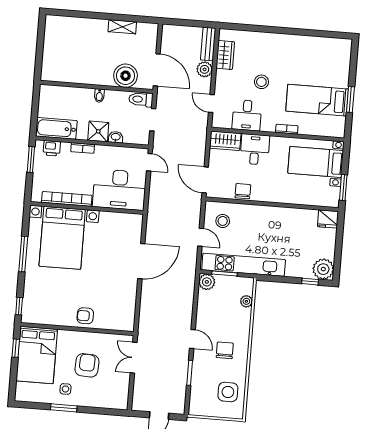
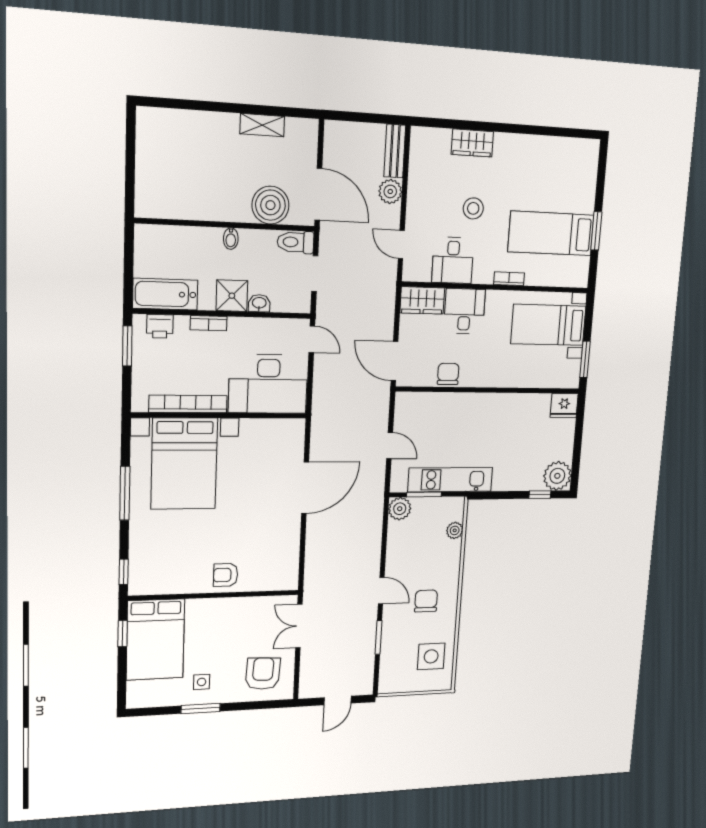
wardrobe: (225, 55) -> (472, 143), moved, turned 90
stool: (223, 221) -> (420, 420), removed
kitchen unit: (244, 265) -> (450, 480), width x0.73
armchair: (87, 365) -> (263, 674), moved

